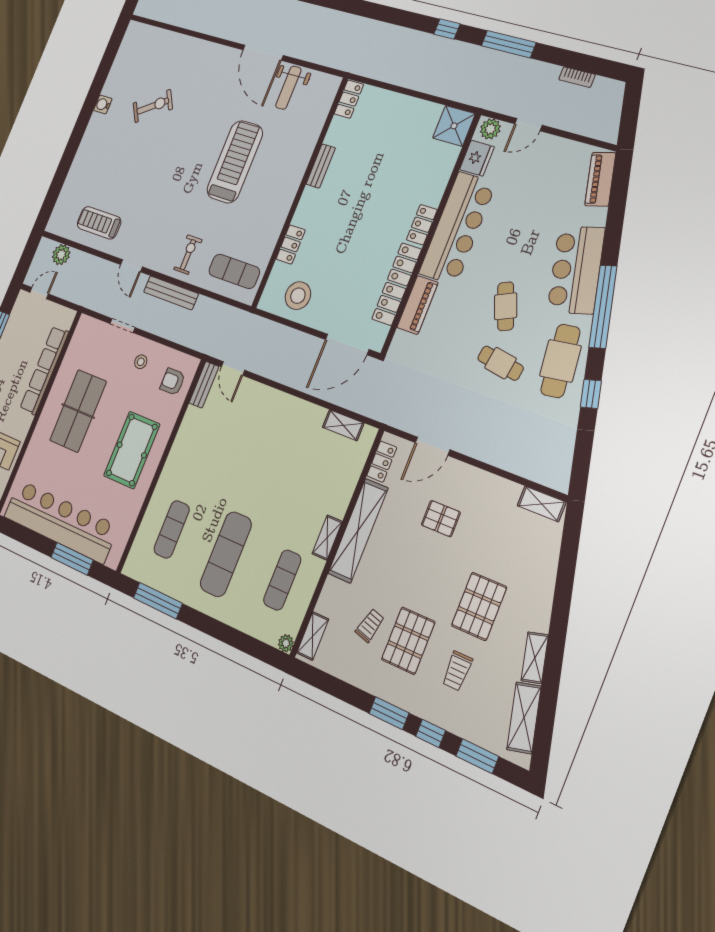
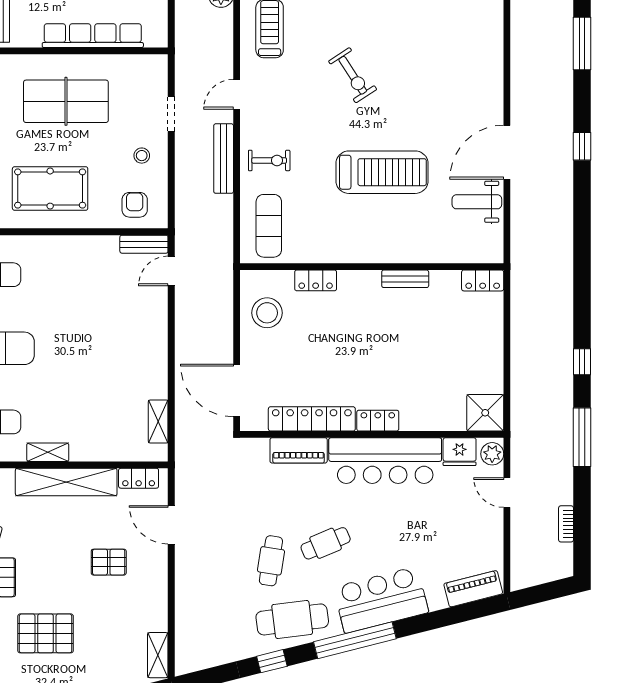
exercise bike: (153, 106) -> (353, 75), moved
pallet: (441, 519) -> (109, 562), turned 90

